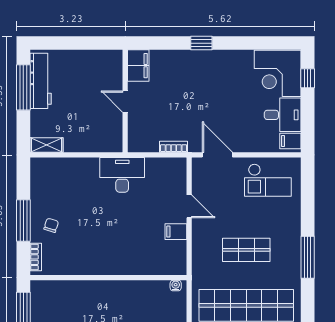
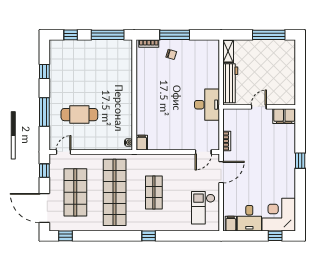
workbench: (41, 81) -> (230, 83), moved, turned -90
door: (189, 206) -> (203, 152), moved
filing cabinet: (176, 232) -> (142, 143), moved
window: (308, 257) -> (149, 236), width x0.46

